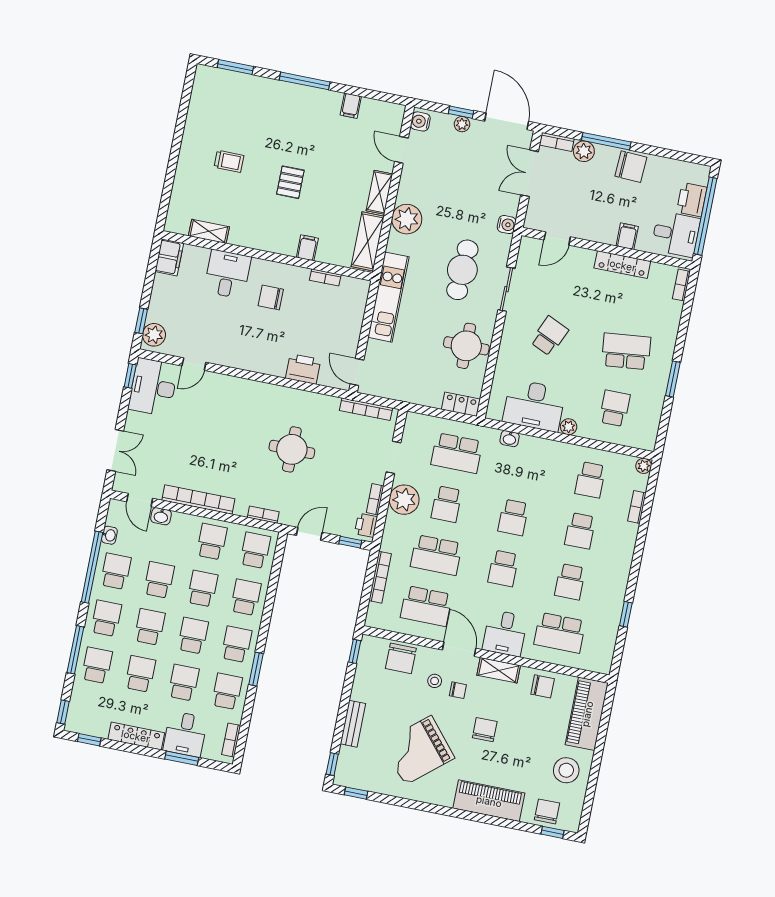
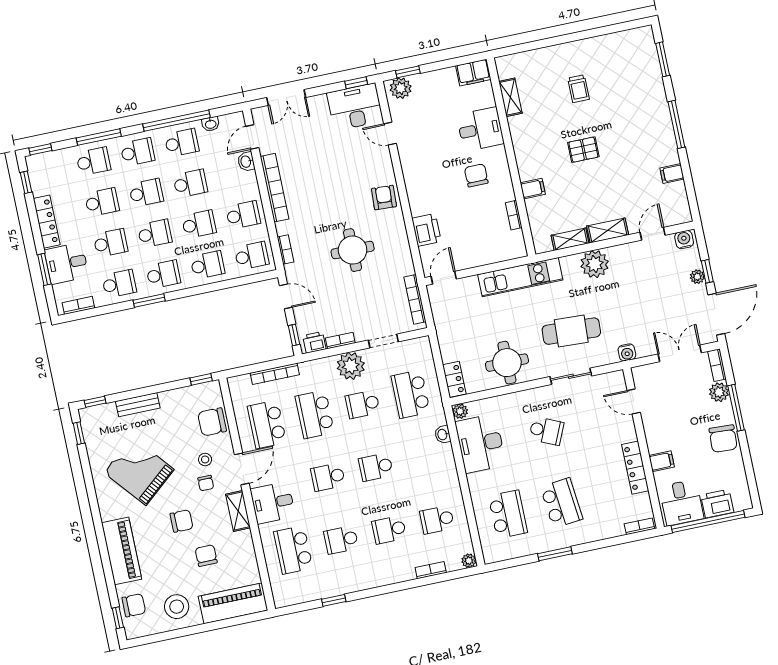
shelving: (368, 241) -> (570, 239), width x0.67, depth x0.75
armchair: (254, 397) -> (384, 198), added
school desk: (615, 408) -> (508, 514), width x1.85
plant: (569, 427) -> (460, 411), moved
chair: (543, 686) -> (206, 556), moved, turned 180

